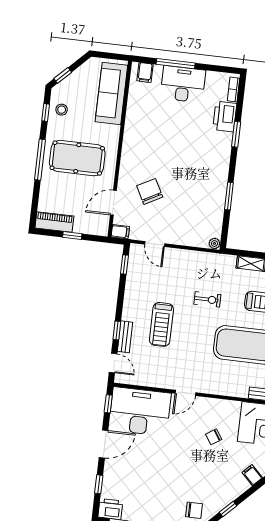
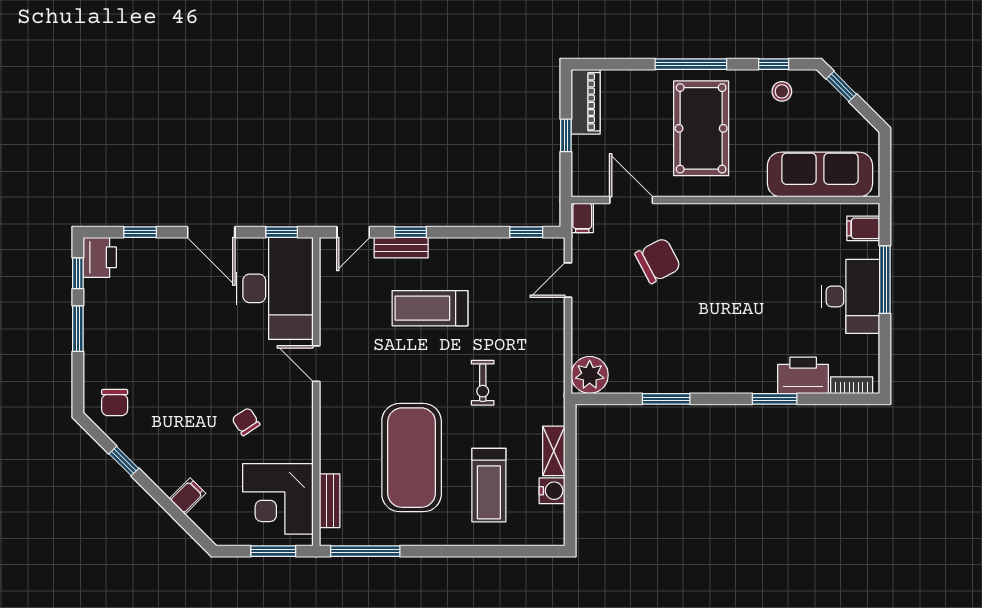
plant: (214, 243) -> (590, 375), width x1.88, depth x1.88

